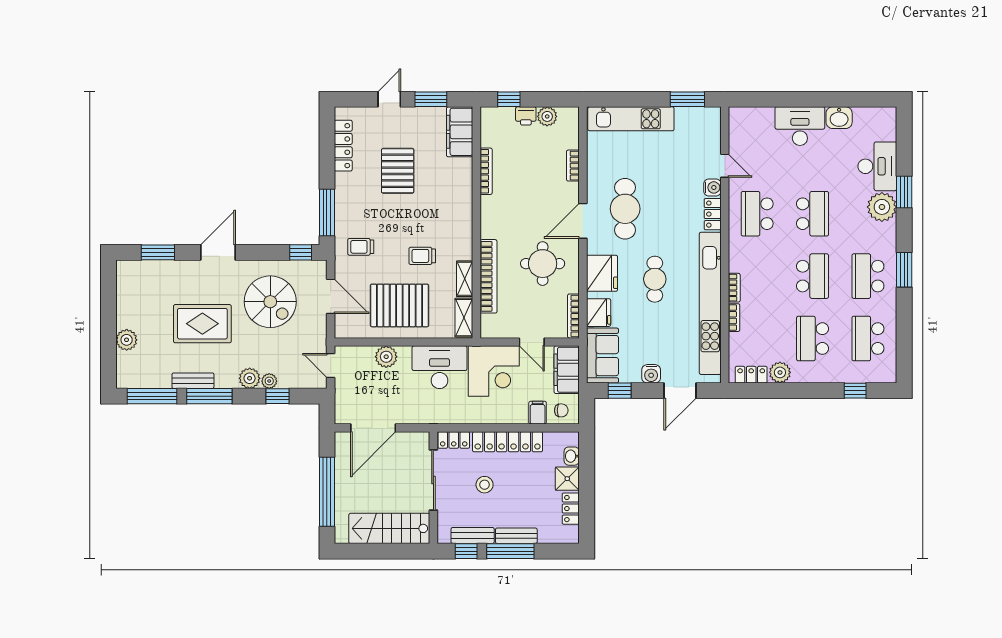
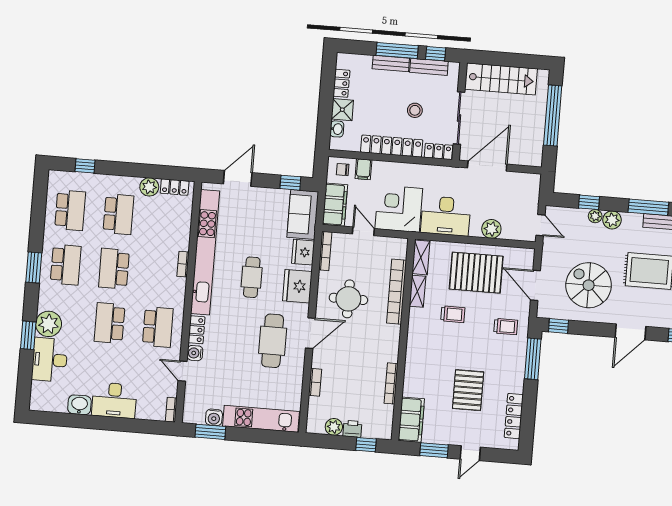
bookcase: (734, 318) -> (171, 410), moved
water cooler: (651, 374) -> (214, 417), moved, turned 180
door: (373, 428) -> (487, 166), moved

